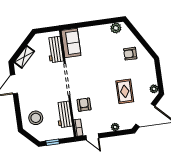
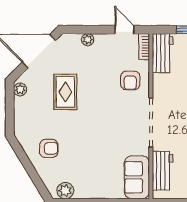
workbench: (64, 114) -> (163, 53), moved

